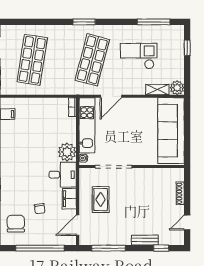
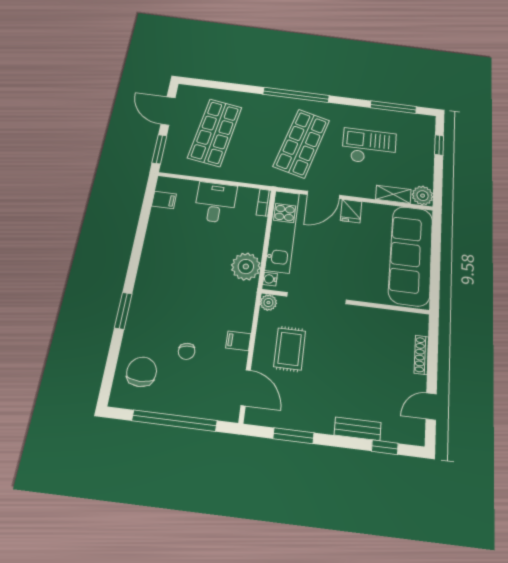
window: (84, 22) -> (296, 95), width x2.11
fridge: (130, 105) -> (351, 211), added
plant: (84, 173) -> (268, 303), added
desk: (63, 175) -> (215, 202), moved, turned -90
filing cabinet: (69, 199) -> (238, 341), width x0.50
door: (78, 225) -> (246, 388), swing flipped
window: (109, 248) -> (293, 436), width x0.69

